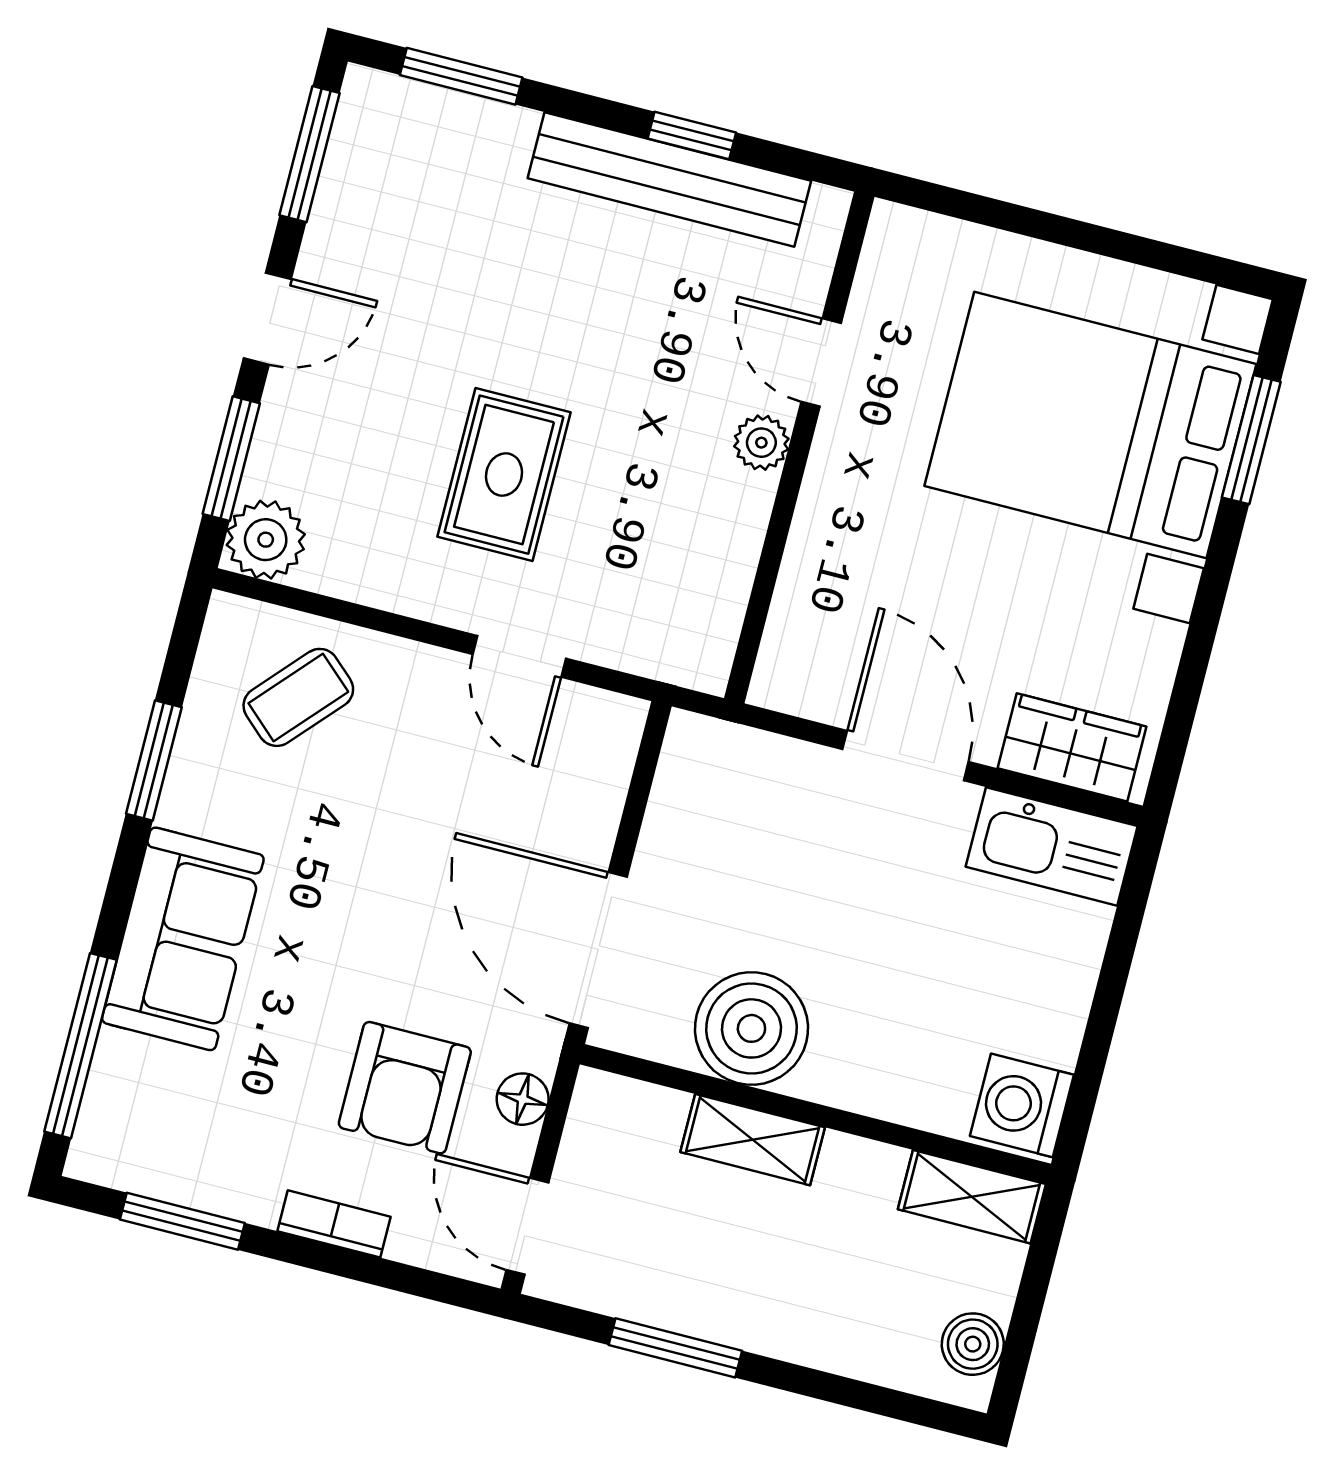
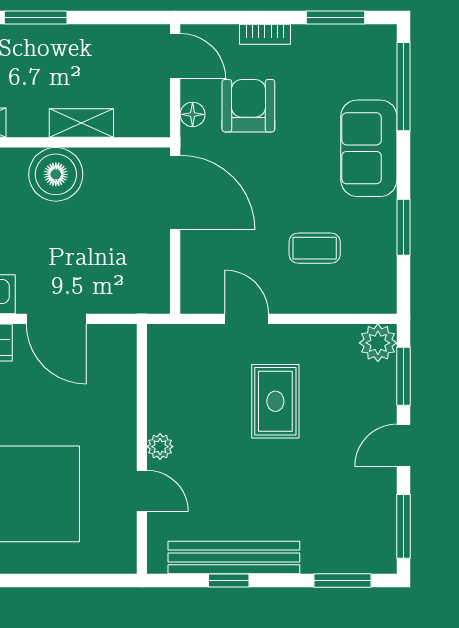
coffee table: (298, 697) -> (315, 248), moved, turned 48
boiler: (751, 1028) -> (56, 174), moved
window: (675, 1348) -> (36, 17), moved

